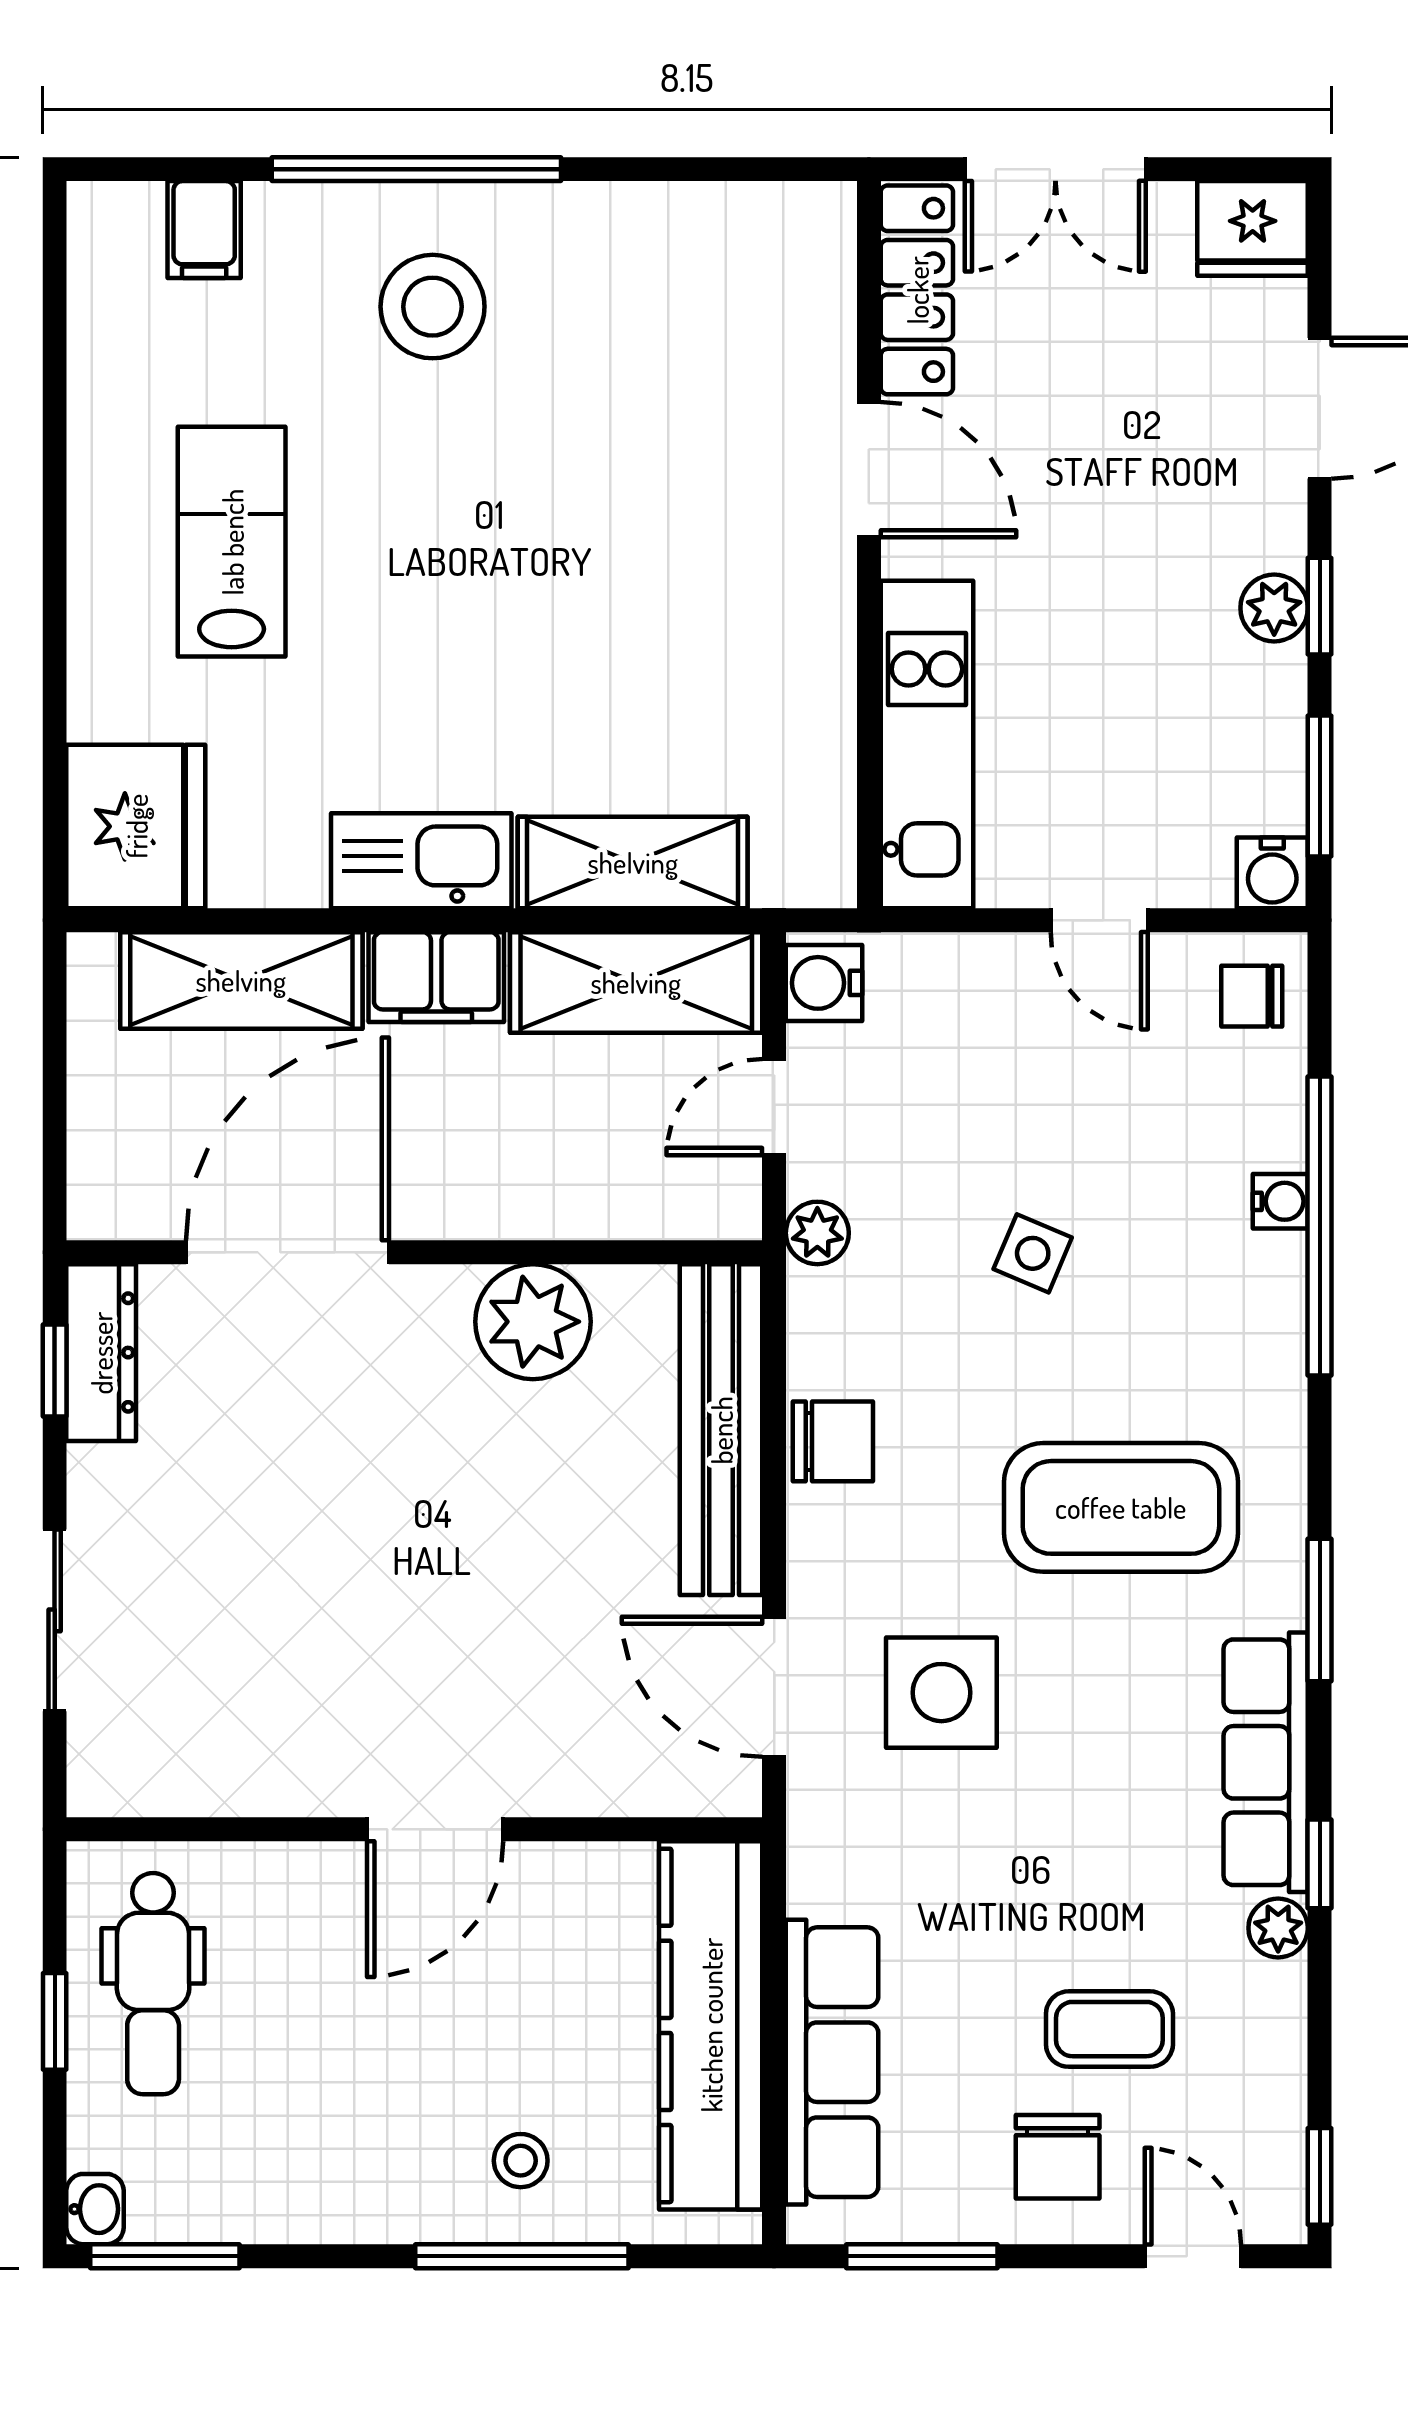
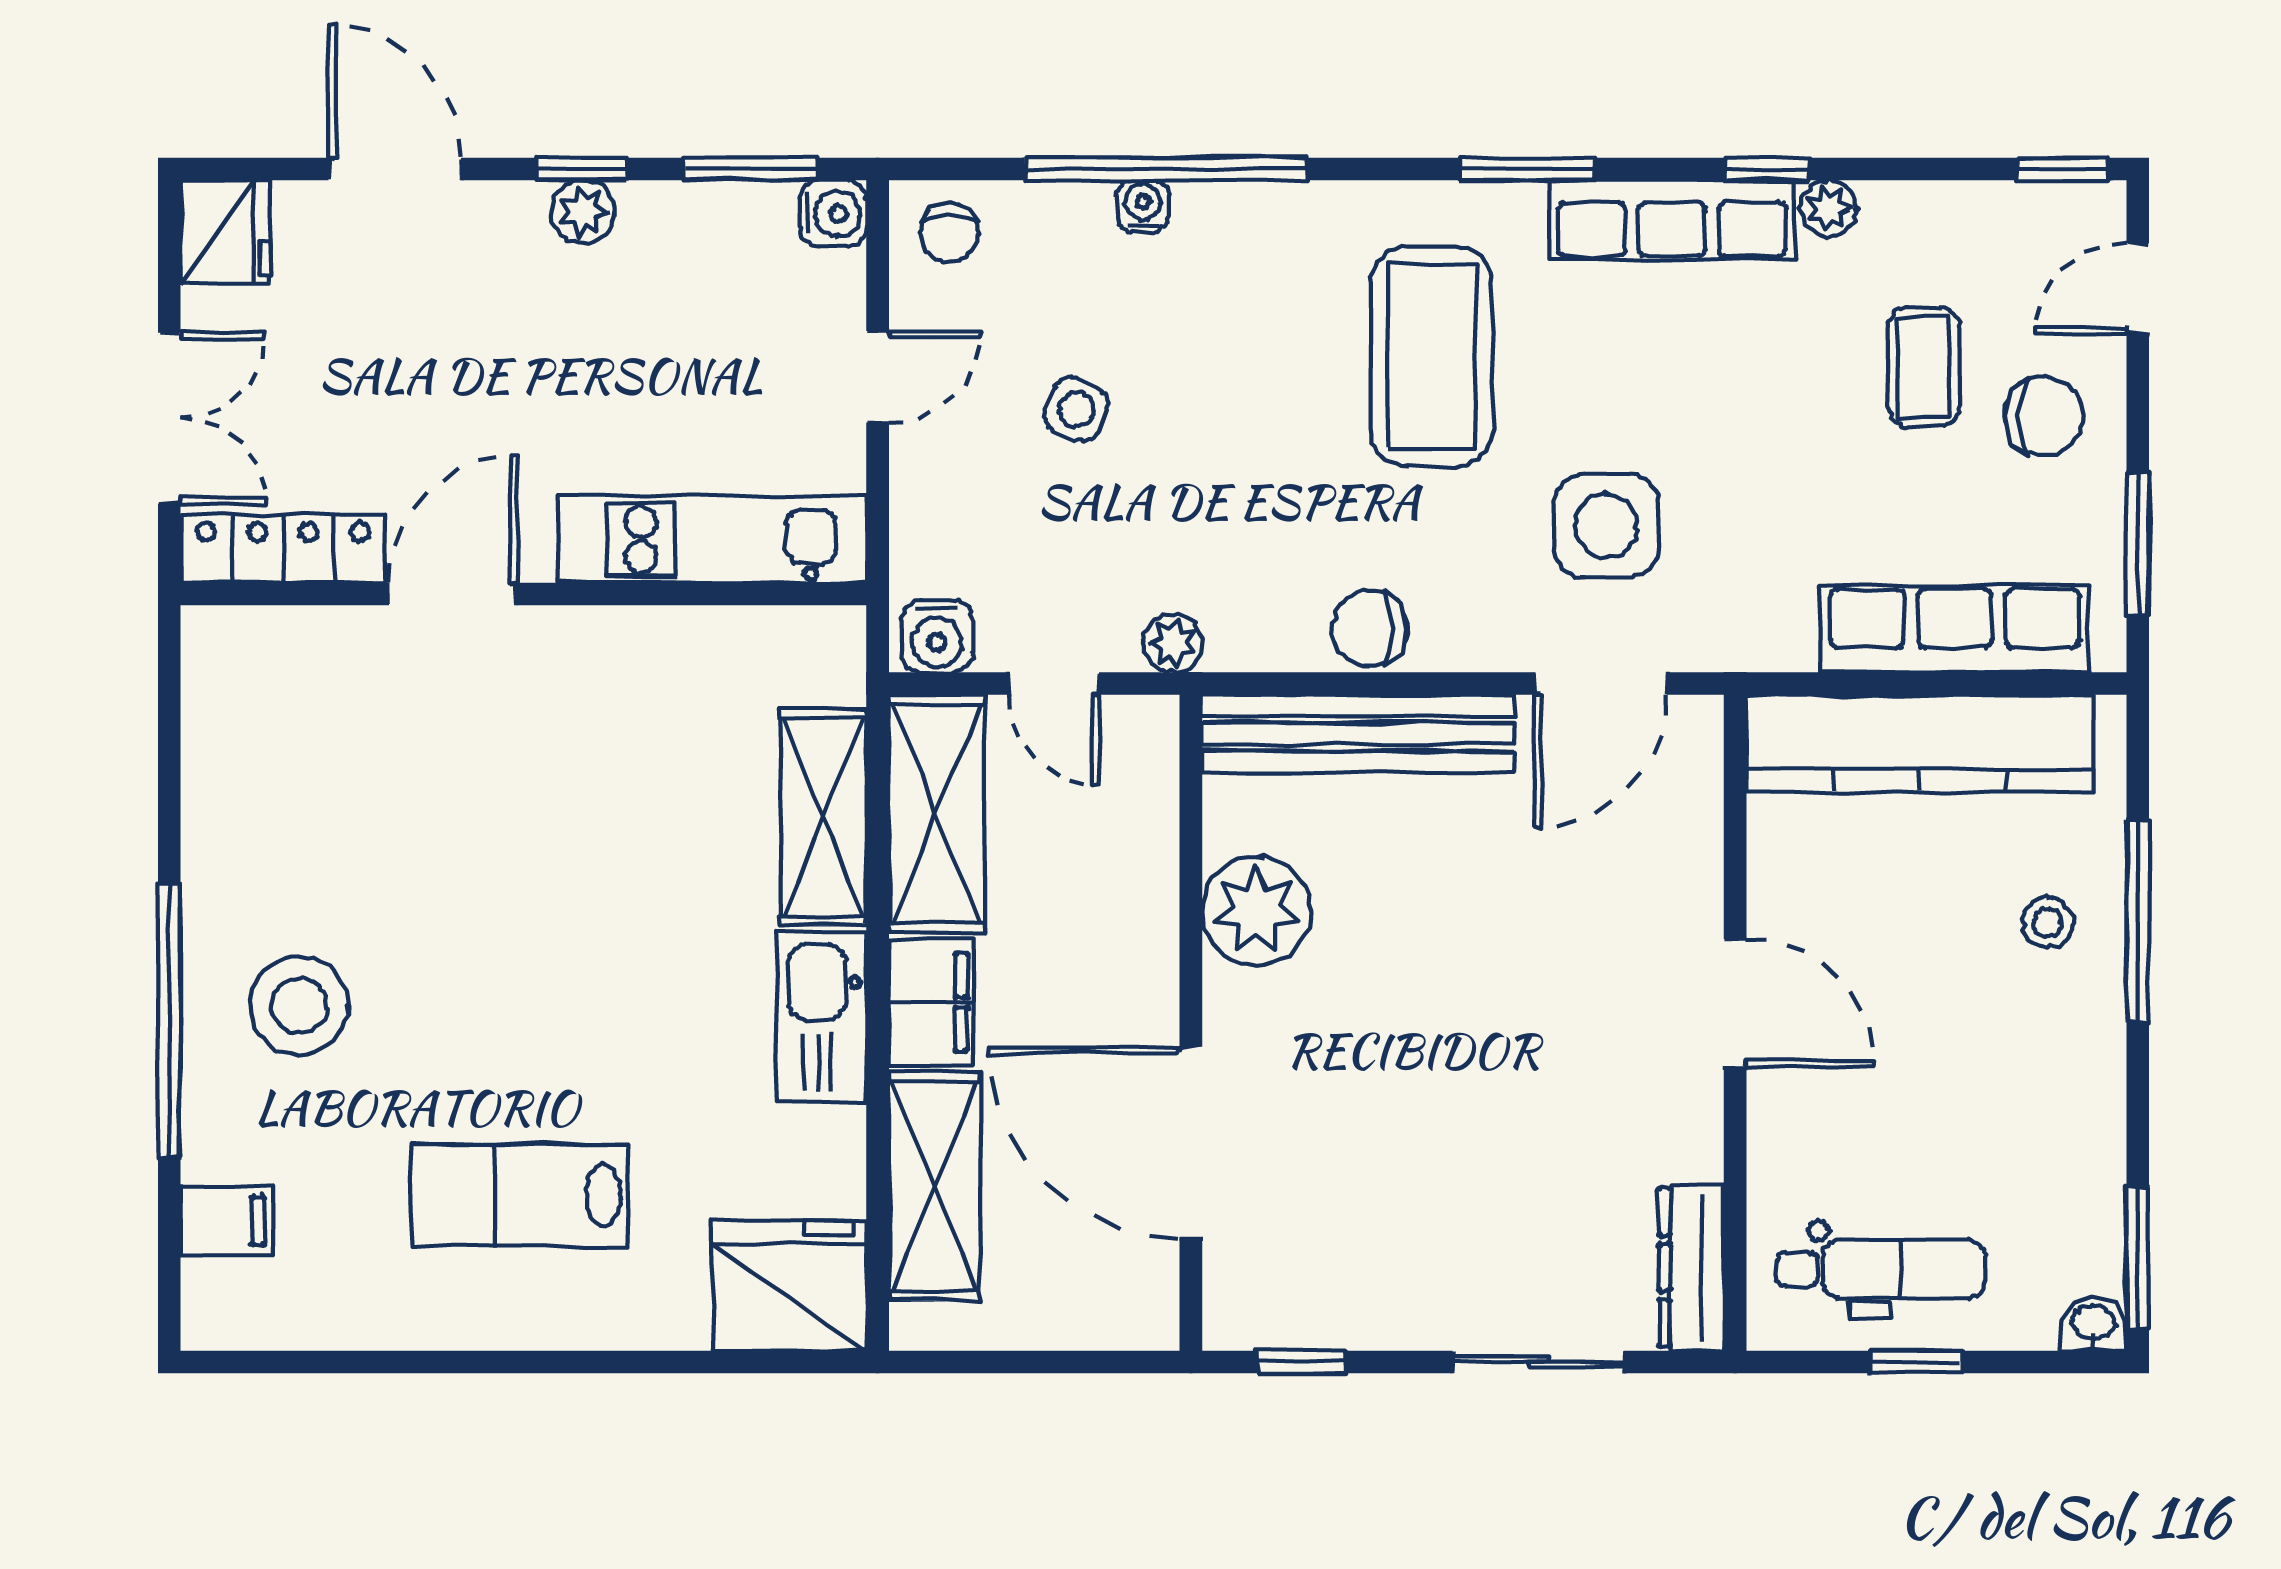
side table: (1033, 1253) -> (1076, 410), moved
dresser: (101, 1353) -> (1691, 1267), moved, turned -90
chair: (833, 1441) -> (1369, 628), turned -90

